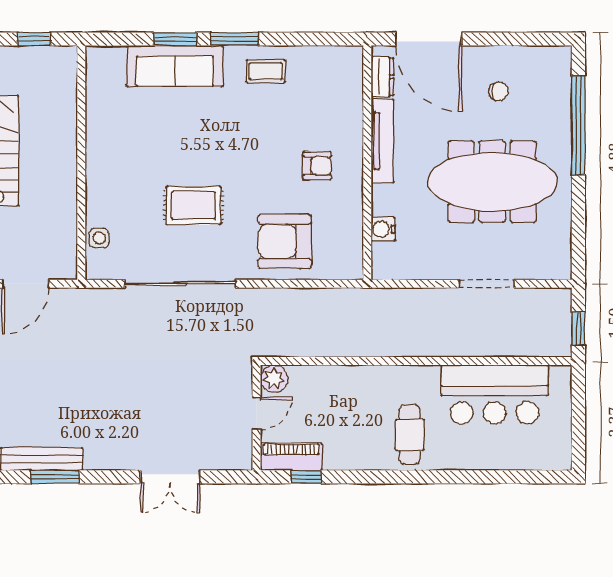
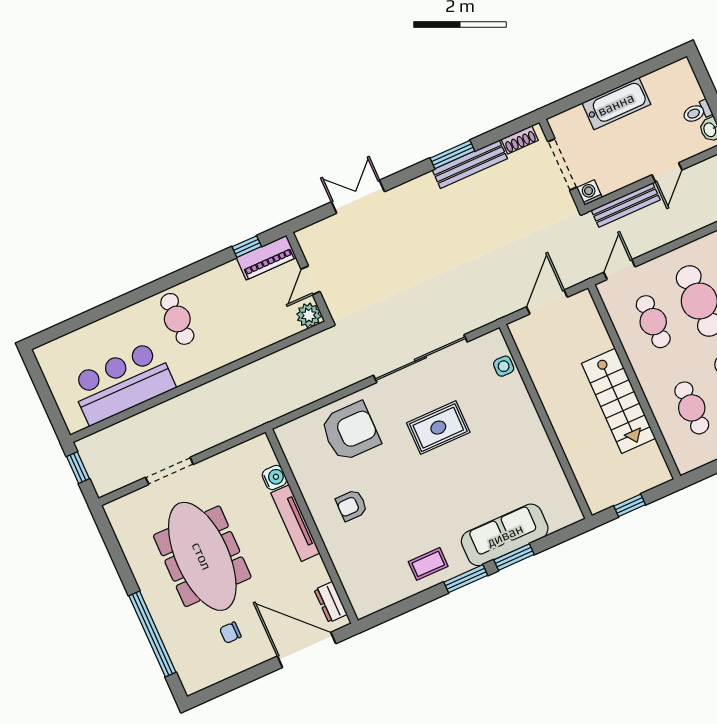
tv unit: (382, 141) -> (295, 523), moved
meeting table: (492, 182) -> (202, 556), turned 90

